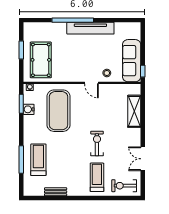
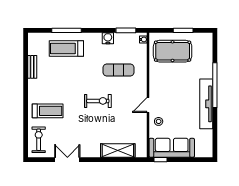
water cooler: (29, 109) -> (108, 38), moved
exercise mat: (59, 111) -> (118, 70), width x0.50, depth x0.69
exercise bike: (97, 144) -> (98, 101), moved
treadmill: (38, 160) -> (66, 49), turned 180

